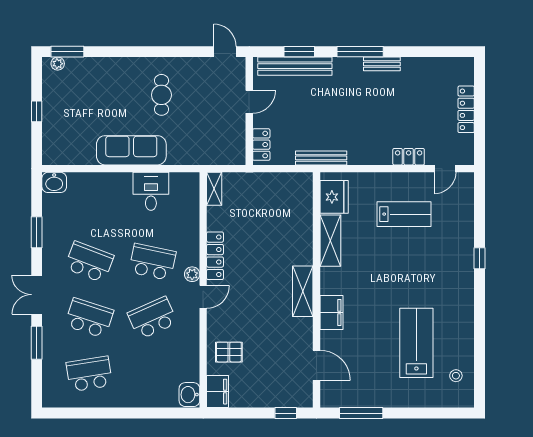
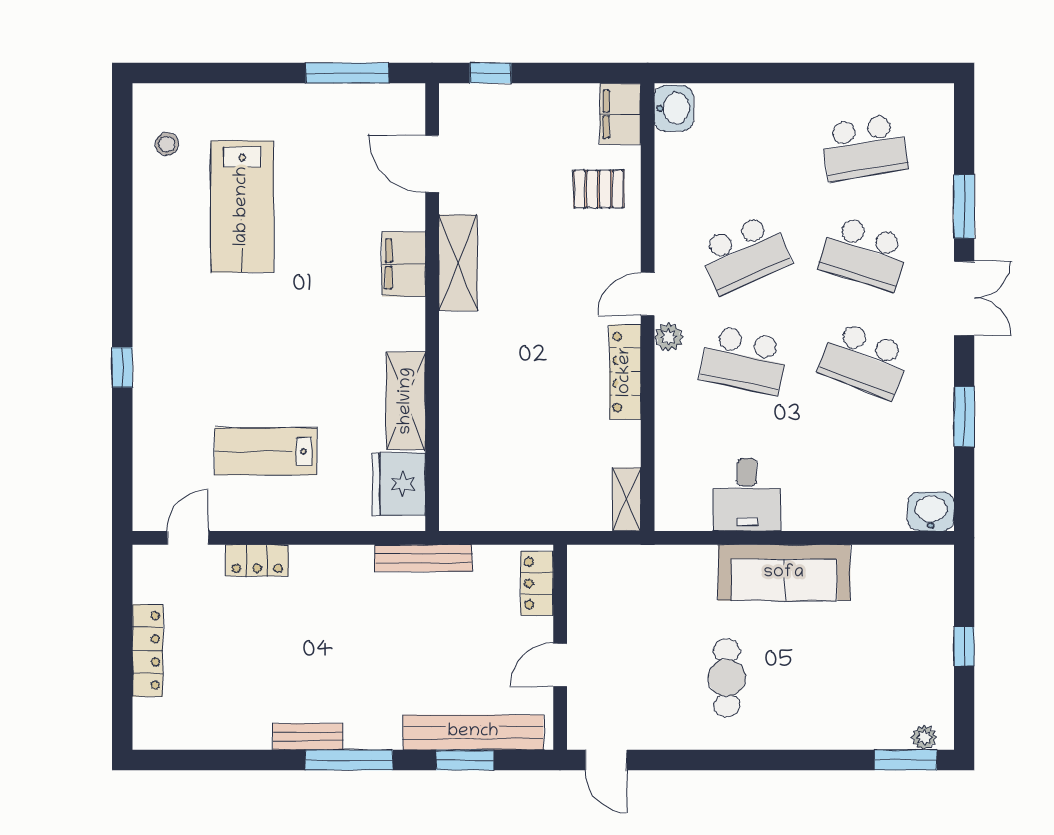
shelving: (303, 291) -> (458, 263), moved

